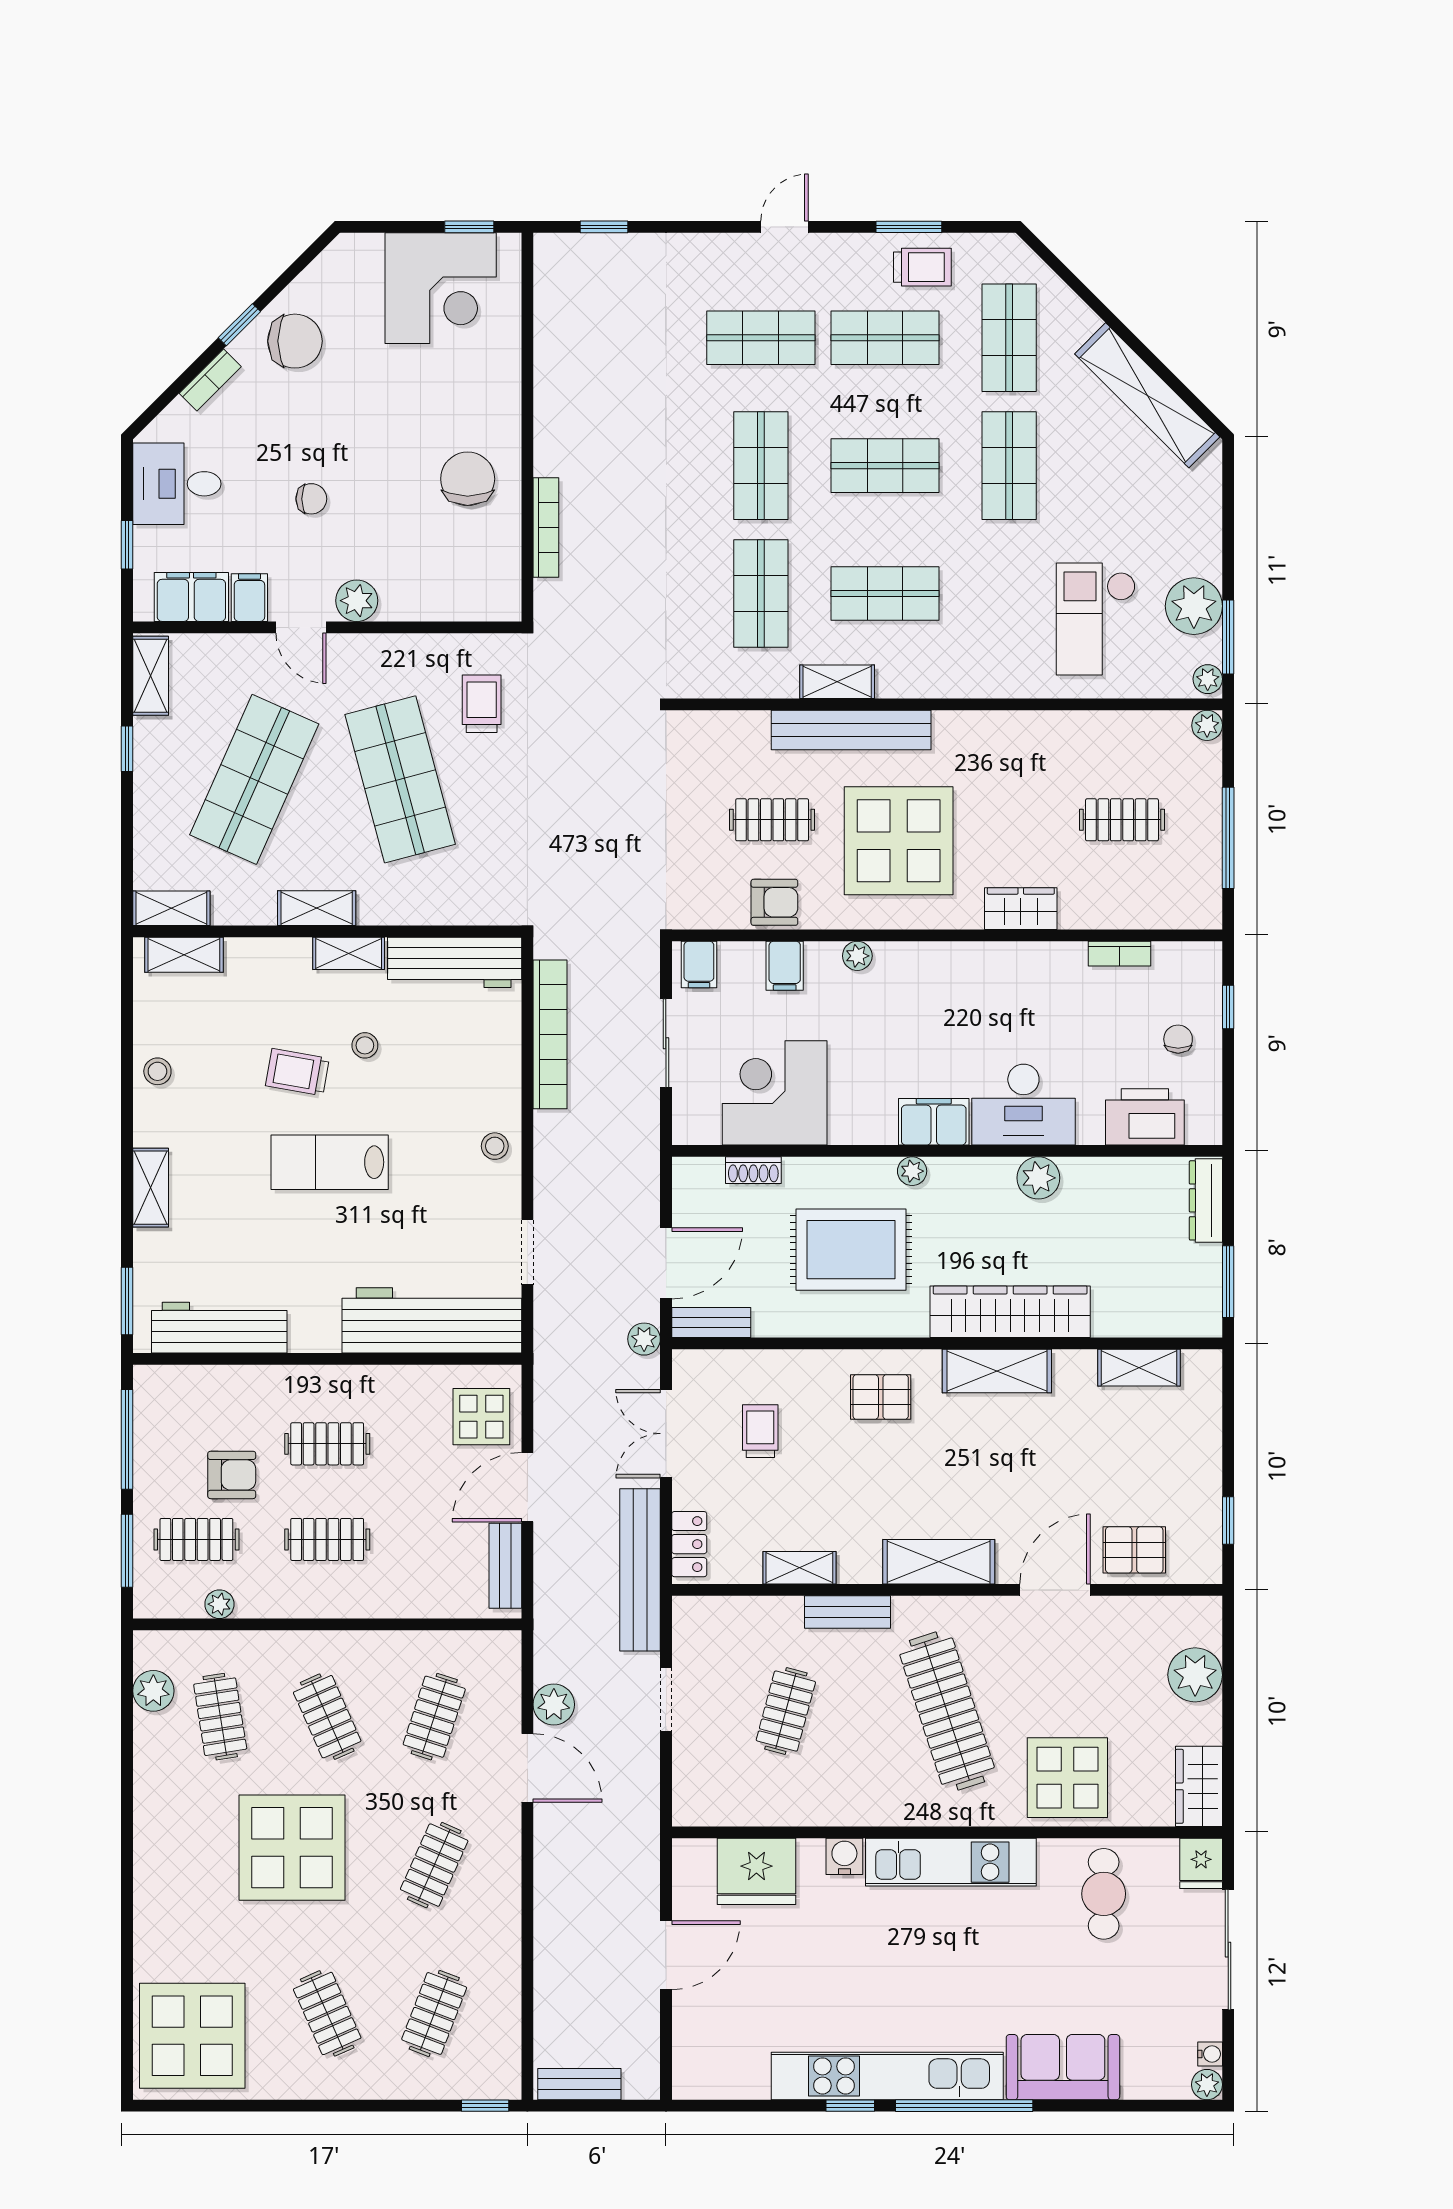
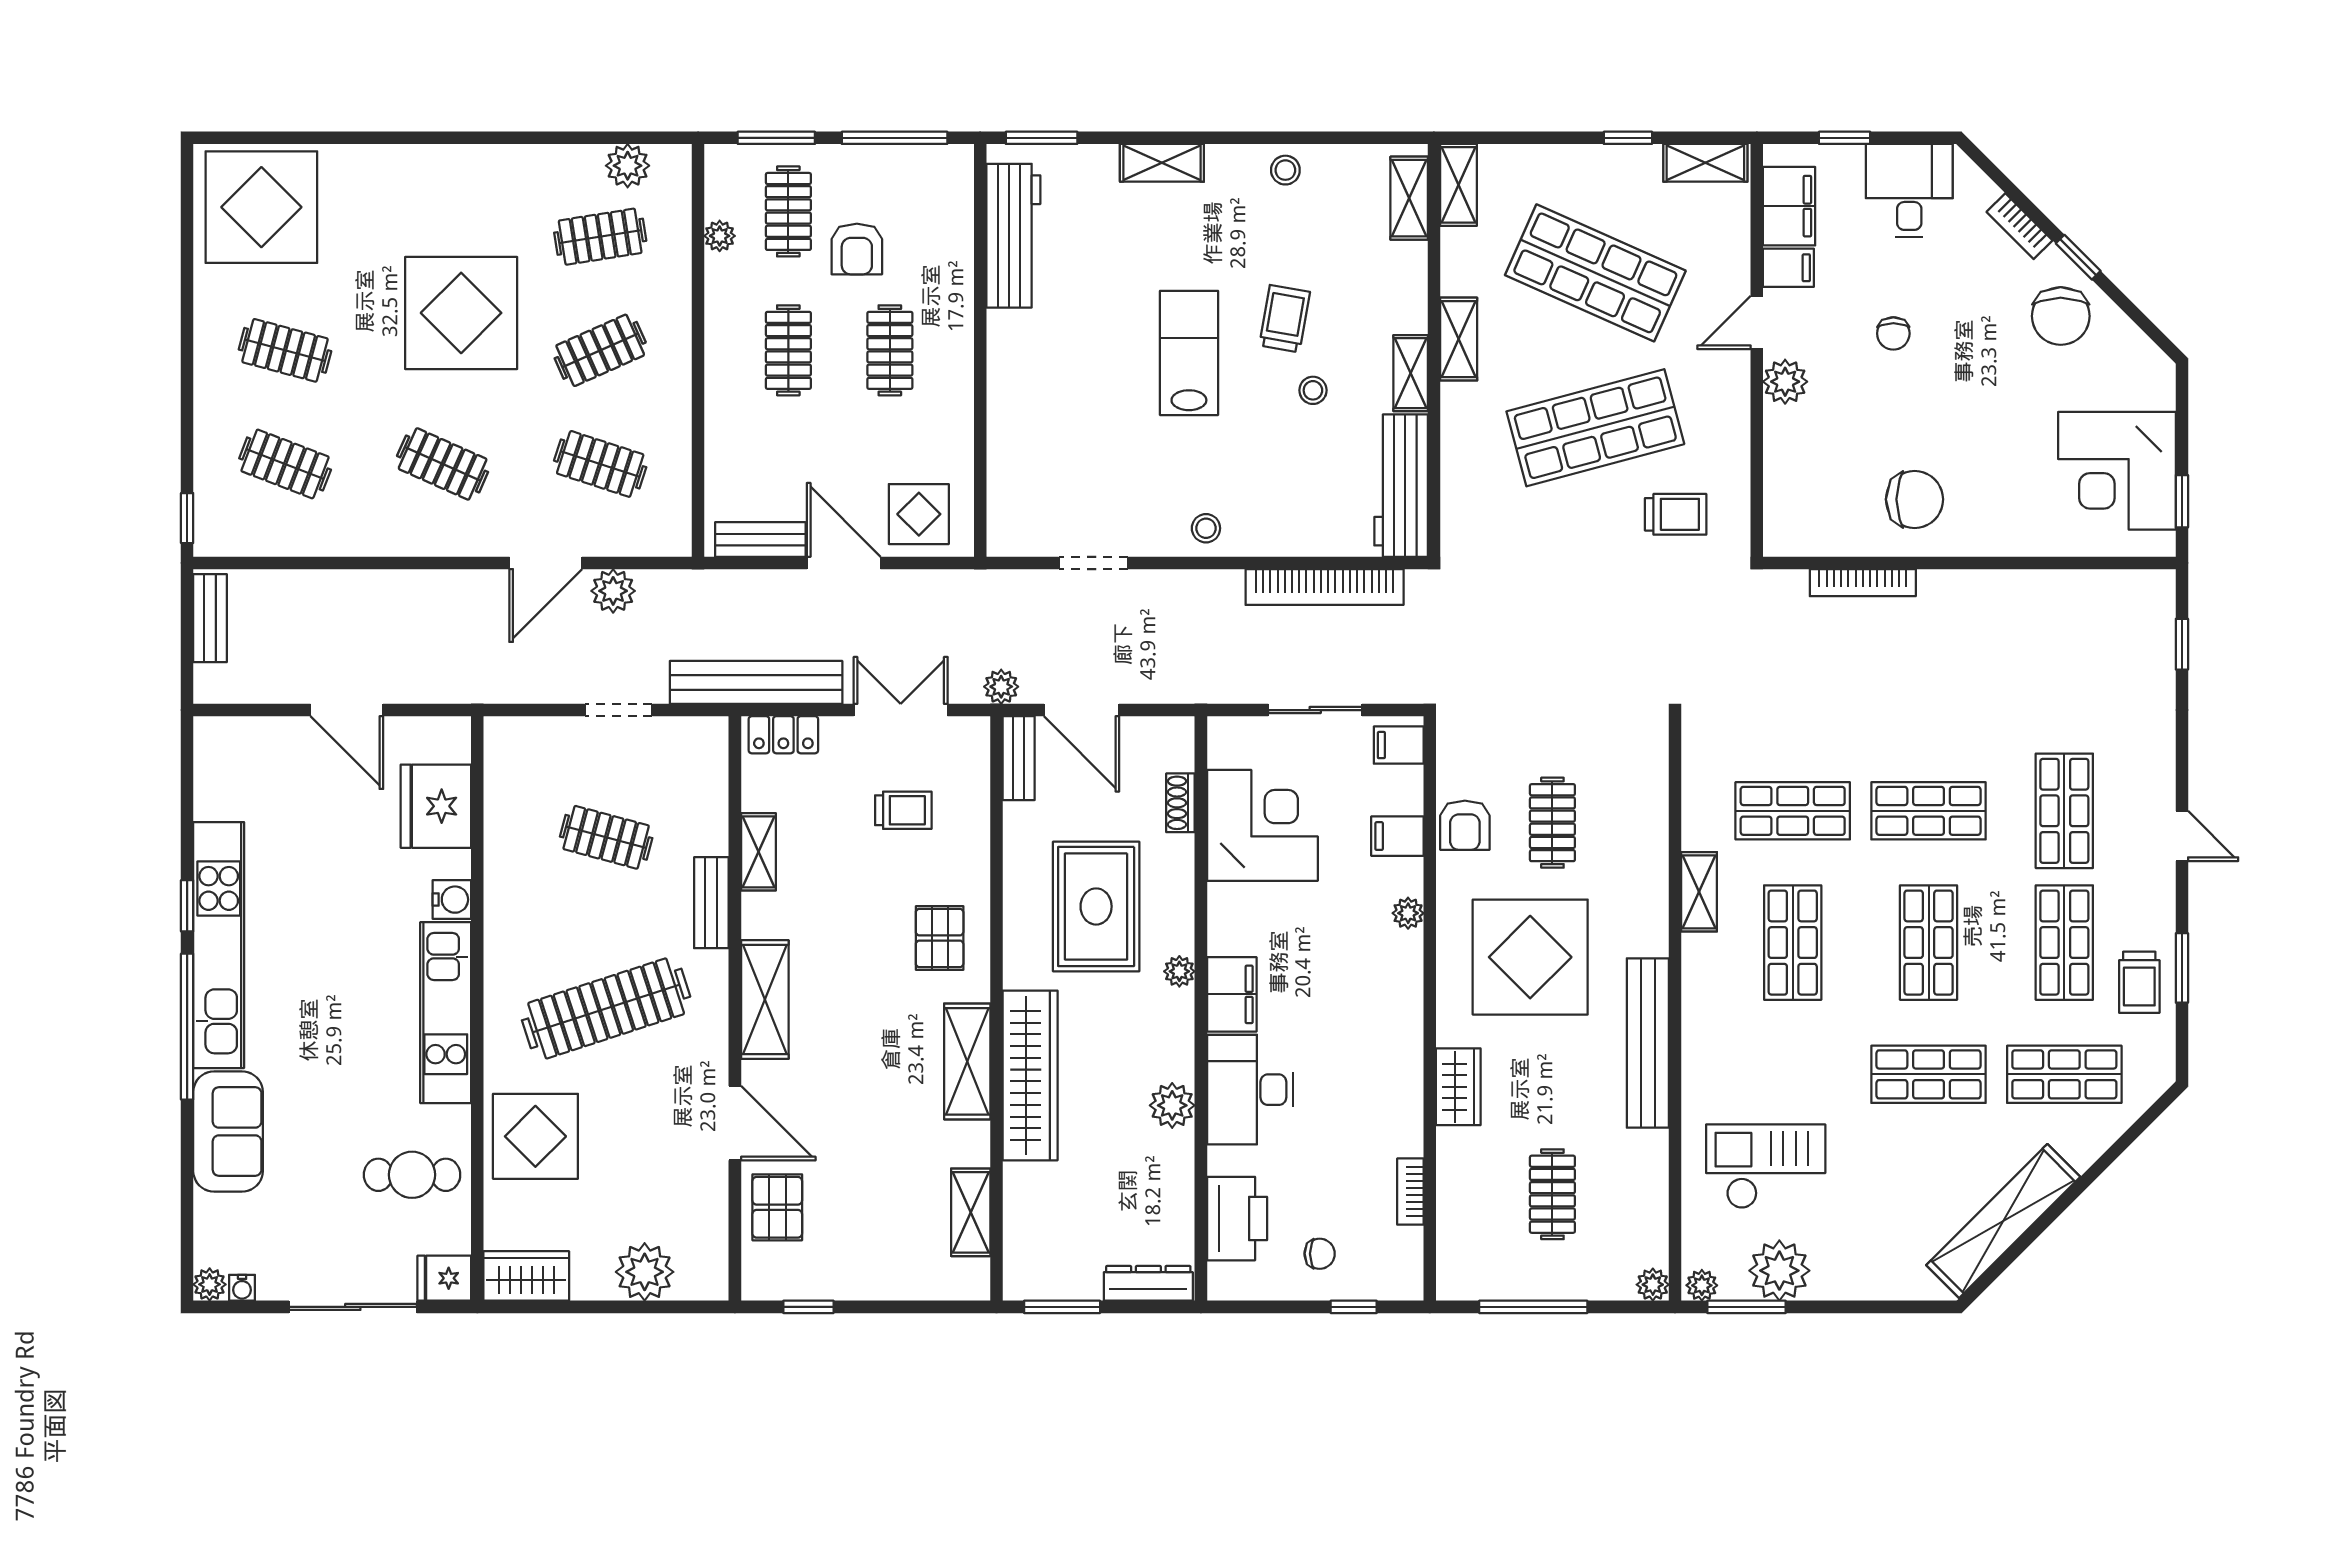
bench: (851, 730) -> (1648, 1043), moved
workbench: (432, 1320) -> (1021, 461), removed
clothes rail: (327, 2013) -> (285, 350), turned 39

